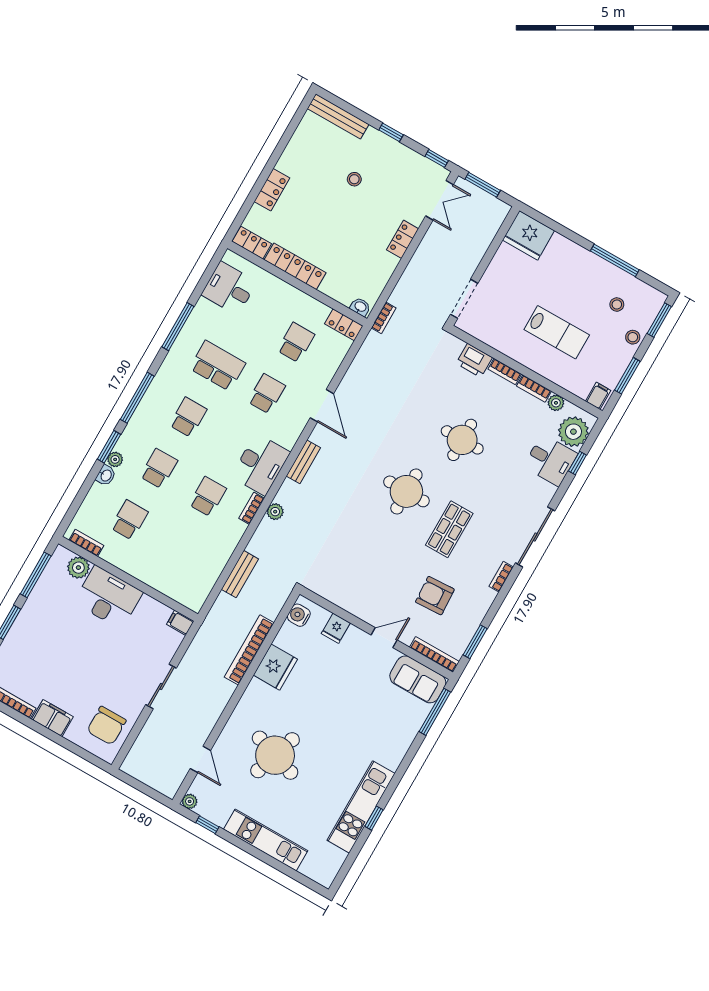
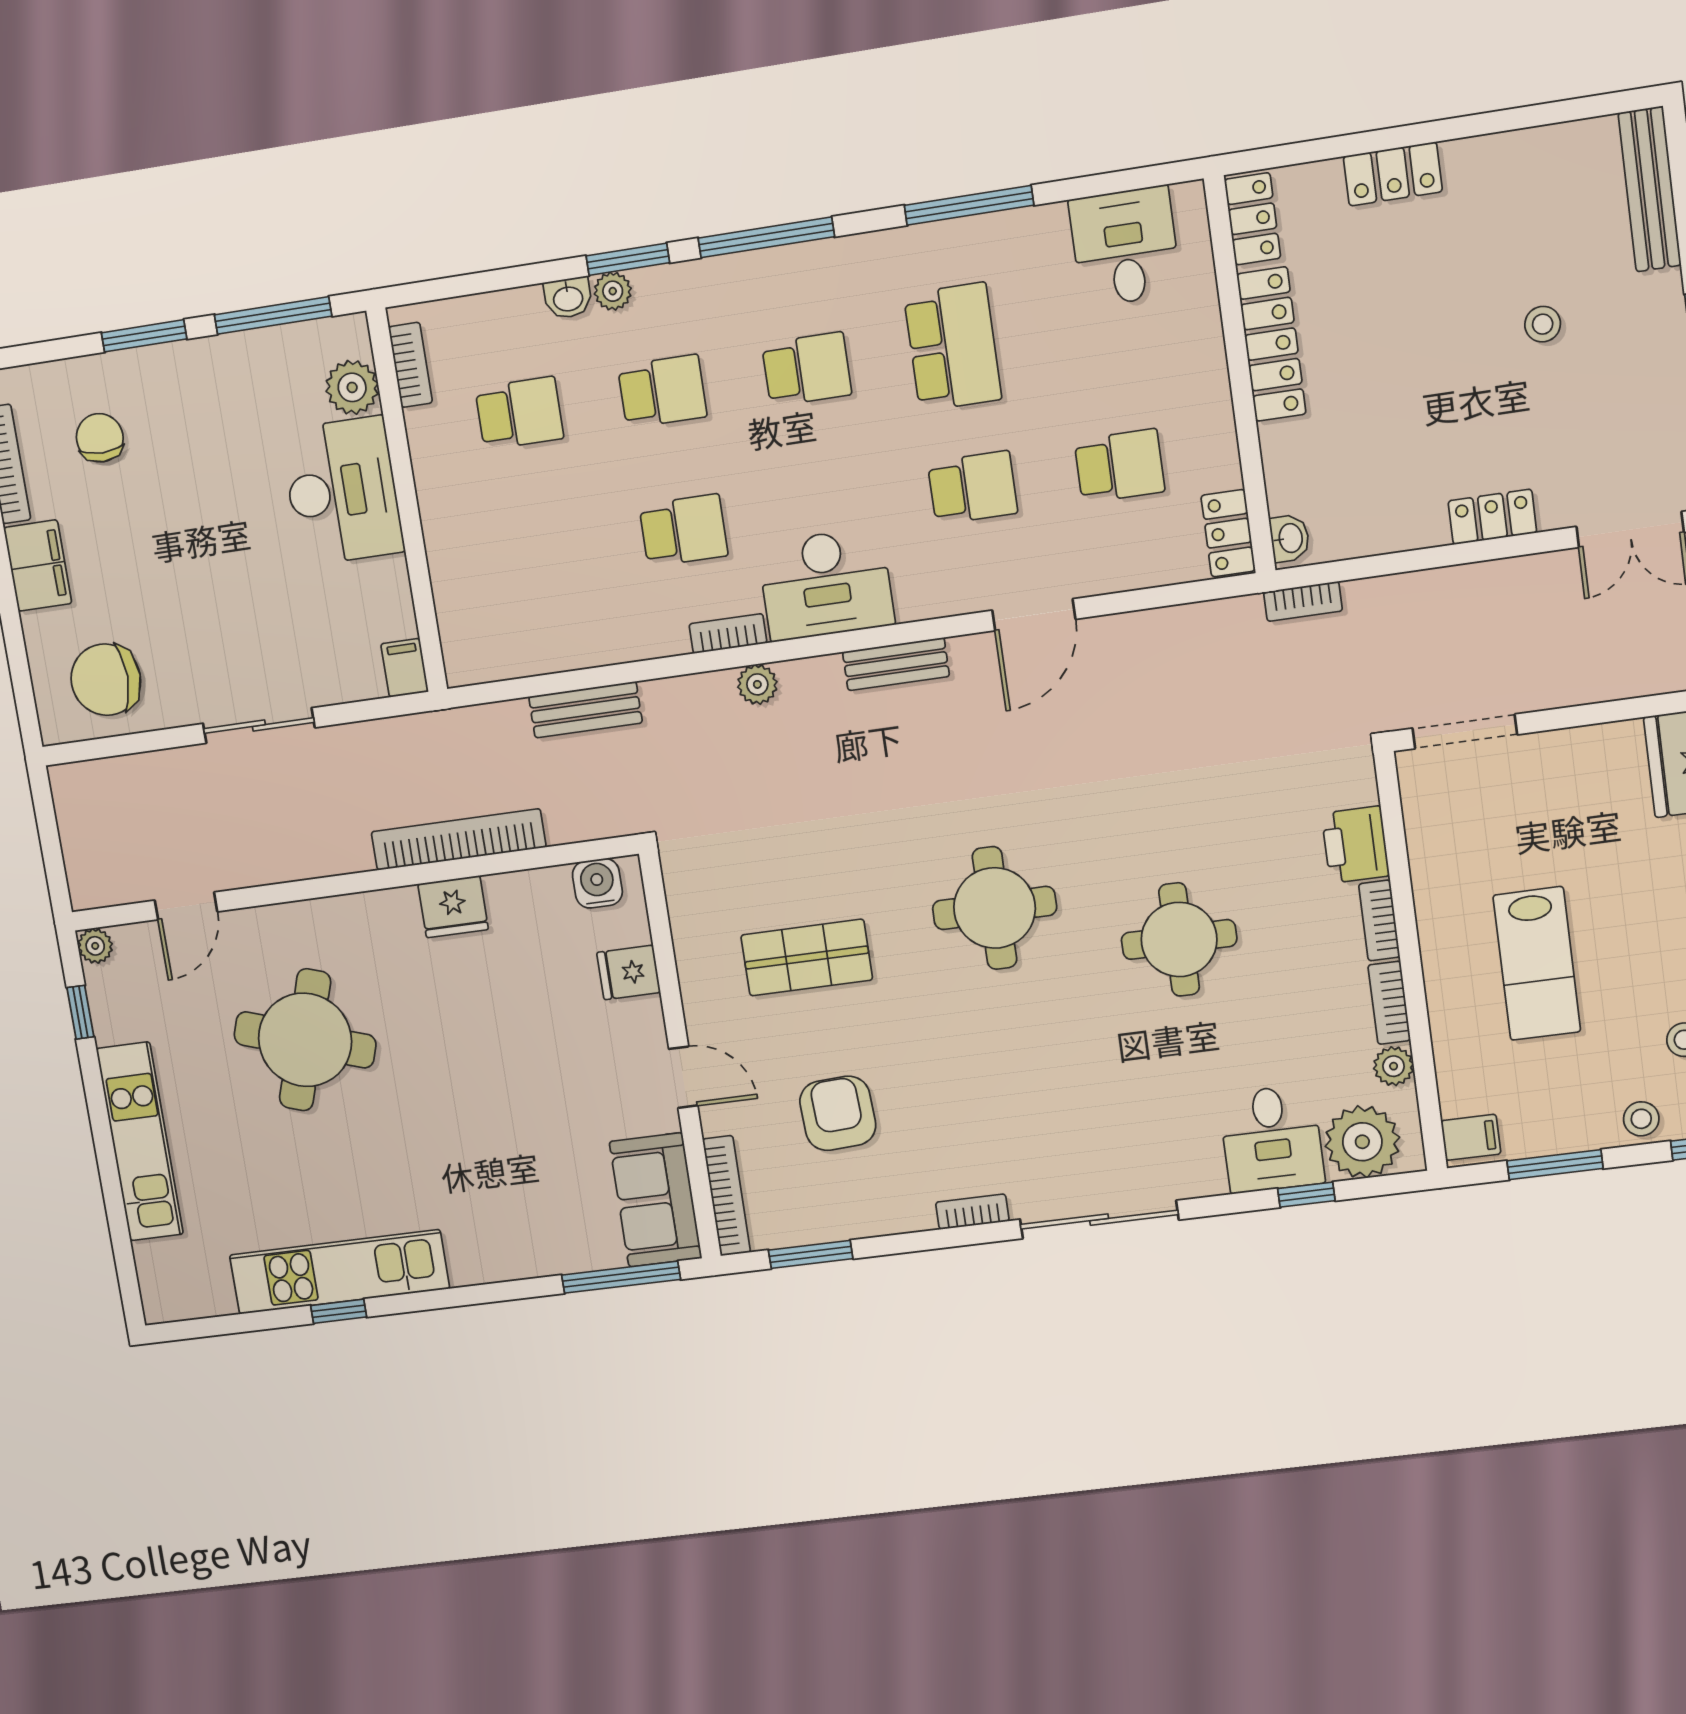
shop shelf: (449, 529) -> (807, 958), moved
chair: (29, 664) -> (100, 438), added
fridge: (275, 667) -> (453, 907), width x0.73, depth x0.75

